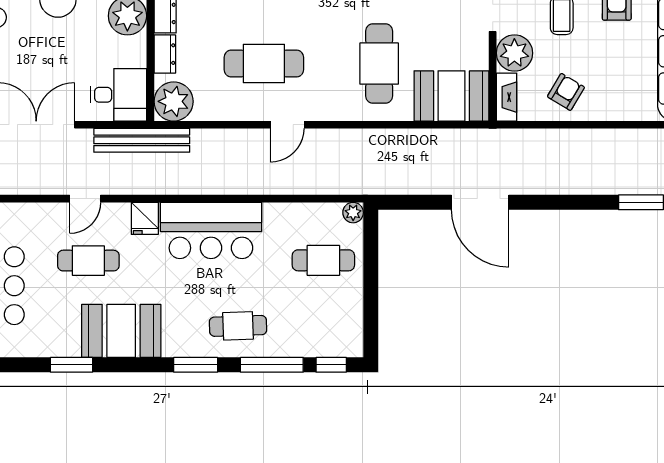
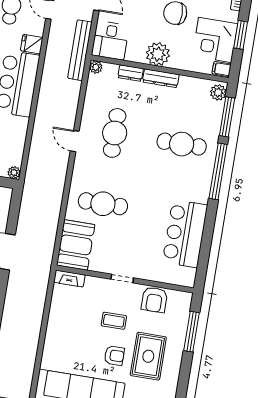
plant: (514, 53) -> (96, 288), removed
armchair: (566, 92) -> (66, 316), removed
plant: (174, 101) -> (96, 67), width x0.53, depth x0.53

